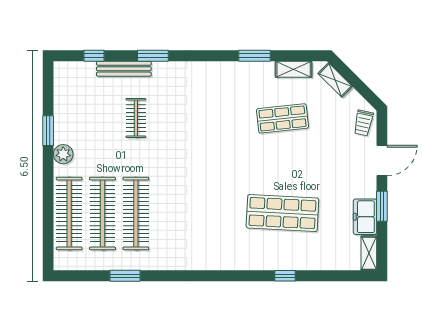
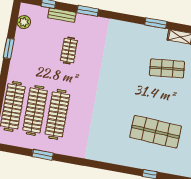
bench: (124, 69) -> (62, 15), width x0.73
plant: (63, 154) -> (24, 22), moved

